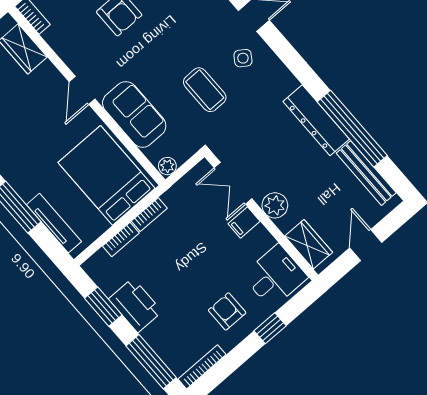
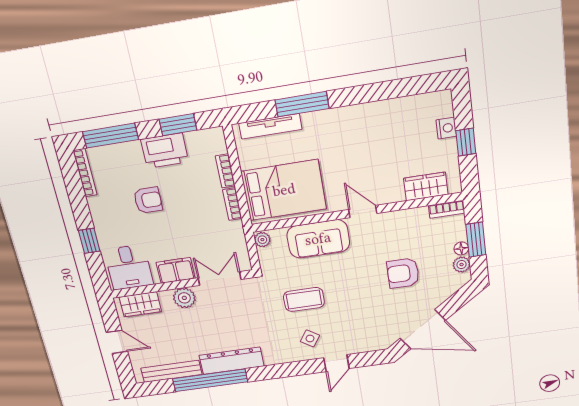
filing cabinet: (244, 222) -> (176, 270), width x2.00
armchair: (227, 311) -> (148, 200), moved

